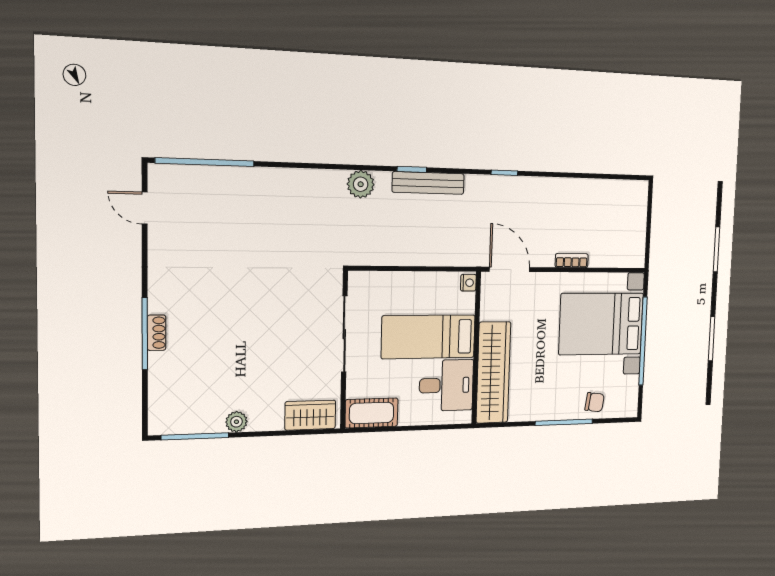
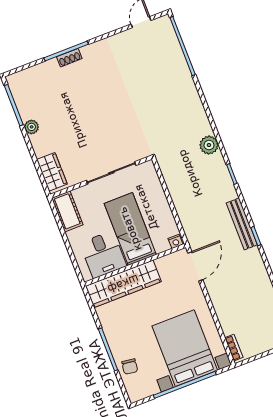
bench: (428, 183) -> (242, 224), moved
bookcase: (572, 261) -> (234, 348), moved

